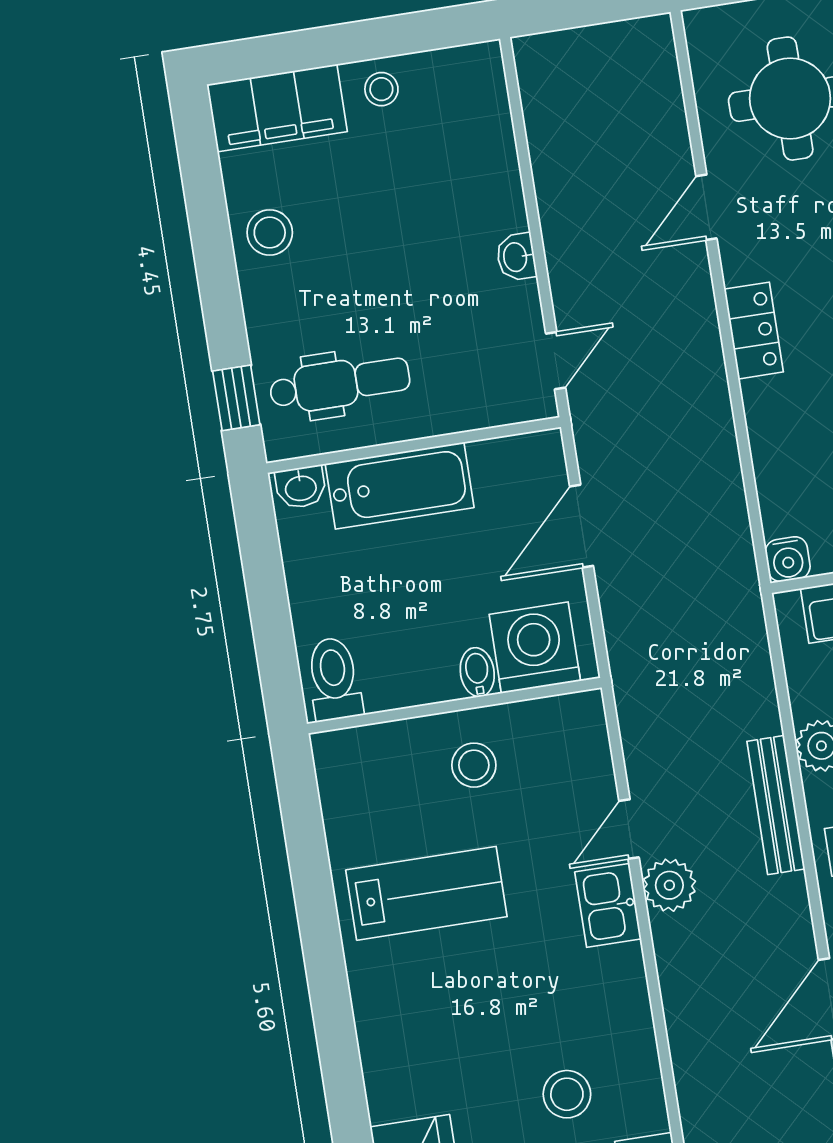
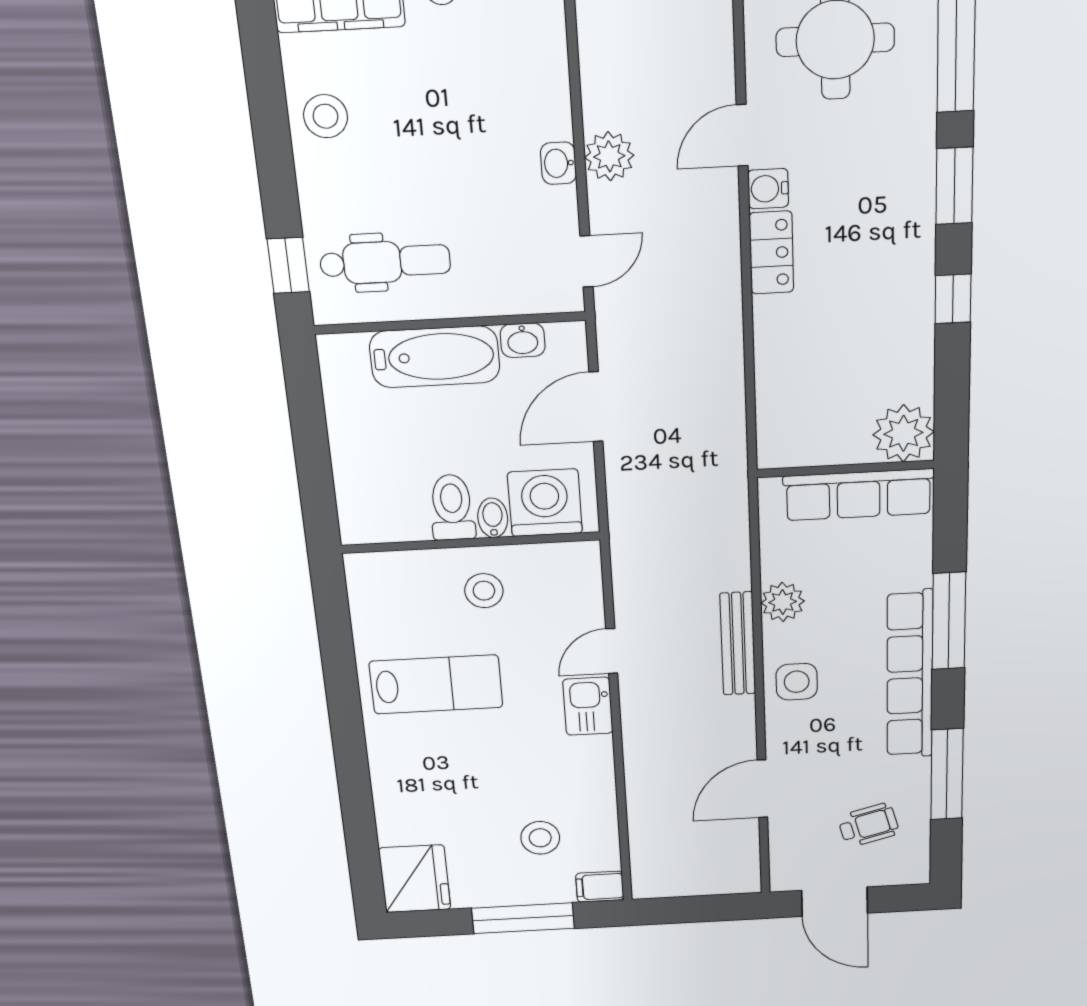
washbasin: (301, 487) -> (523, 340), moved
water cooler: (788, 559) -> (768, 189), moved, turned 90
toilet: (334, 679) -> (452, 507), moved
plant: (669, 885) -> (609, 156), moved

